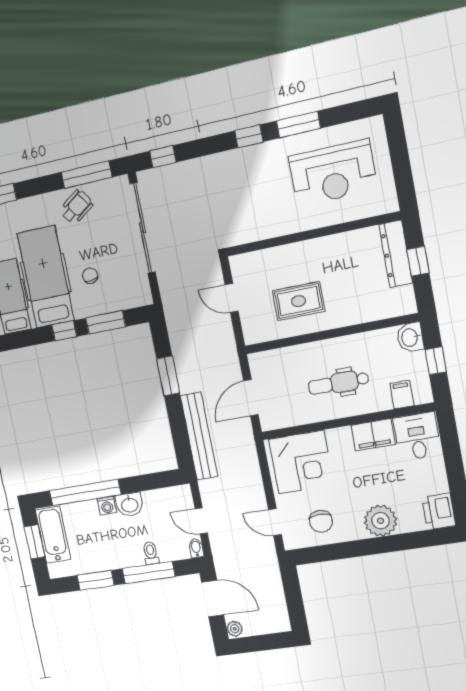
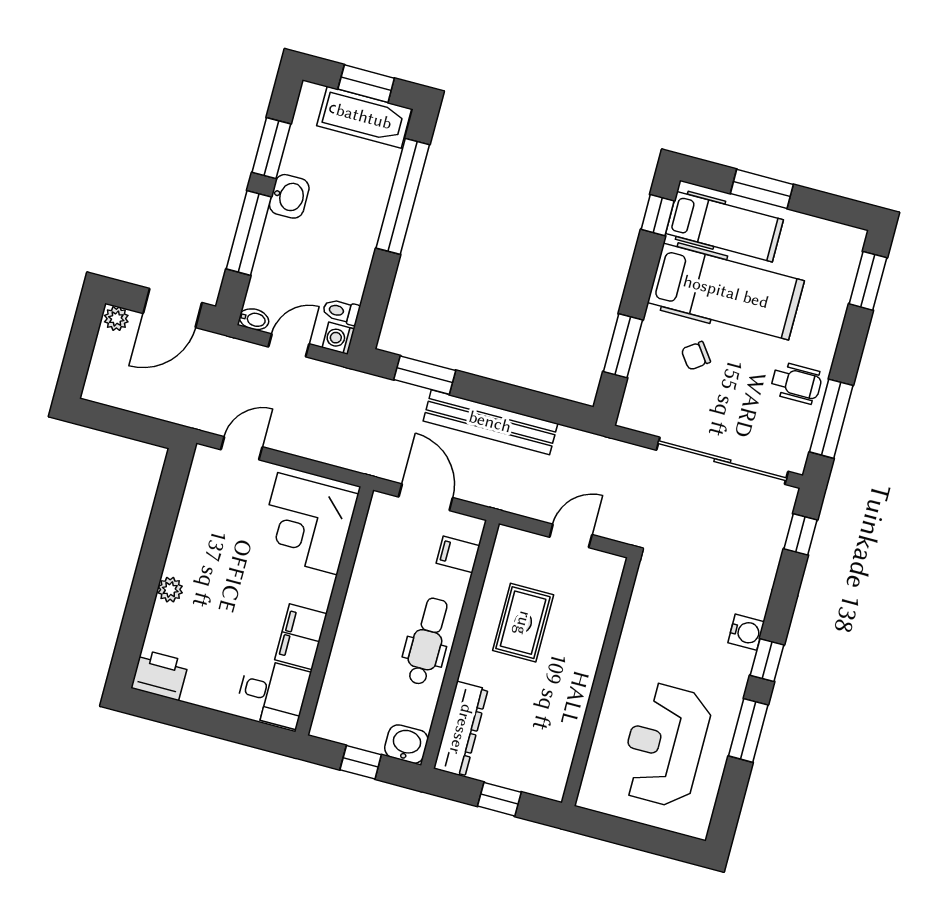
water cooler: (238, 159) -> (746, 632), added
wheelchair: (76, 207) -> (796, 383), turned -55
dresser: (396, 254) -> (461, 729), moved, turned 90
chair: (90, 276) -> (696, 356), turned 152
window: (64, 331) -> (658, 215), moved
window: (168, 376) -> (425, 375), moved
dental chair: (339, 383) -> (427, 641), moved
filing cabinet: (402, 395) -> (458, 554), moved, turned 180
bench: (199, 436) -> (490, 422), moved
washbasin: (130, 505) -> (289, 196), moved, turned 180
washing machine: (107, 506) -> (338, 338), moved
chair: (321, 521) -> (215, 512), removed
plant: (380, 521) -> (170, 590), width x0.53, depth x0.53
toilet: (151, 553) -> (341, 312), moved, turned 180

